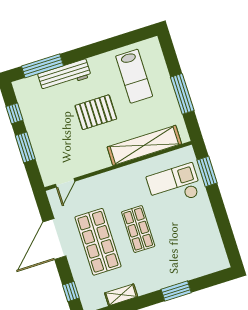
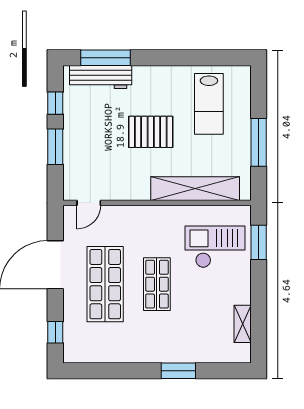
workbench: (65, 75) -> (101, 77), moved
shelving: (121, 295) -> (243, 324), moved, turned 90

